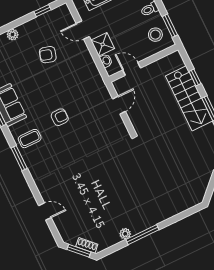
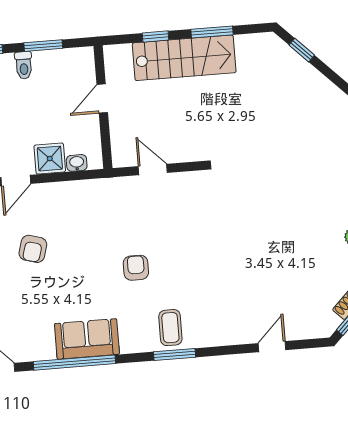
window: (170, 26) -> (43, 46), moved
stool: (155, 35) -> (66, 72), removed
door: (132, 69) -> (102, 98), moved
coffee table: (30, 139) -> (170, 328), moved

